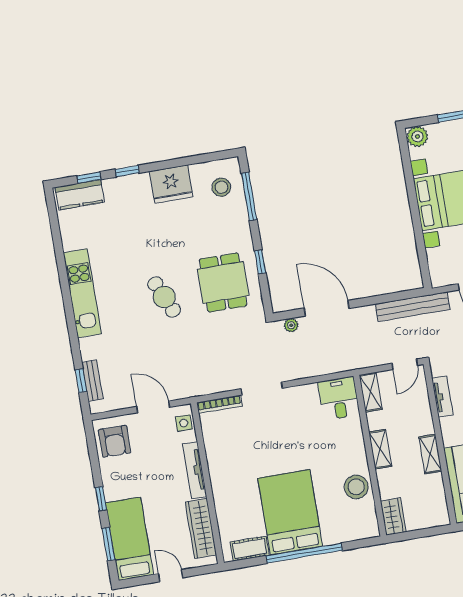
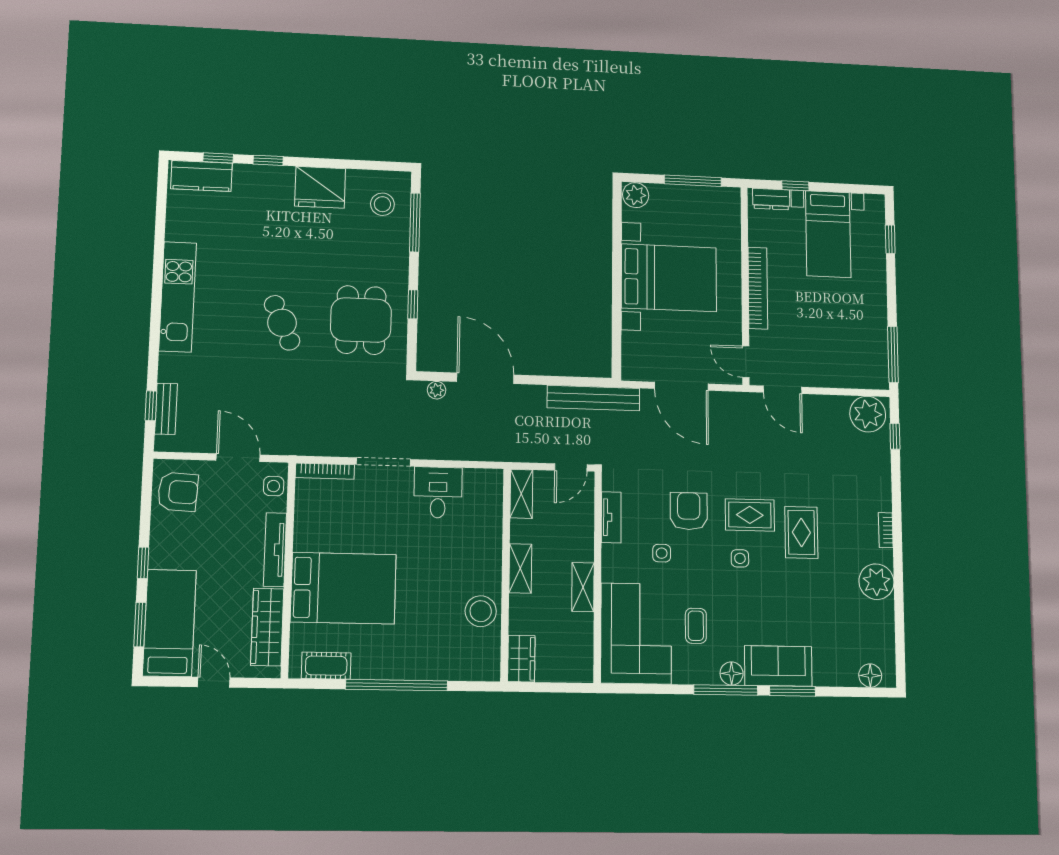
desk: (339, 398) -> (438, 492), moved
armchair: (115, 441) -> (178, 492), turned -87
bed: (290, 512) -> (343, 588), moved, turned 90

